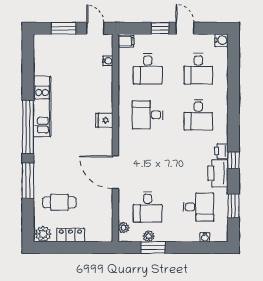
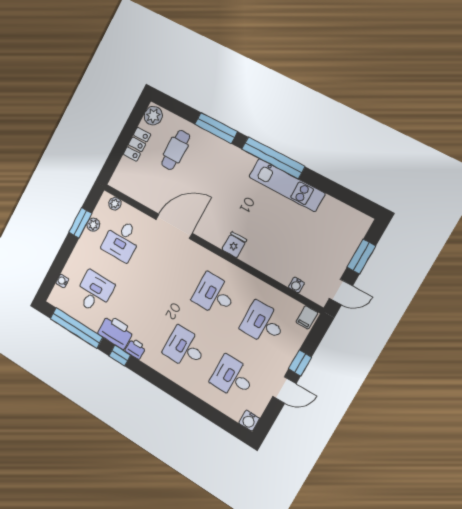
desk: (148, 115) -> (214, 295), turned -90
window: (233, 206) -> (76, 328), width x2.11
desk: (148, 207) -> (122, 240), turned -90
desk: (198, 207) -> (94, 292), turned 180

